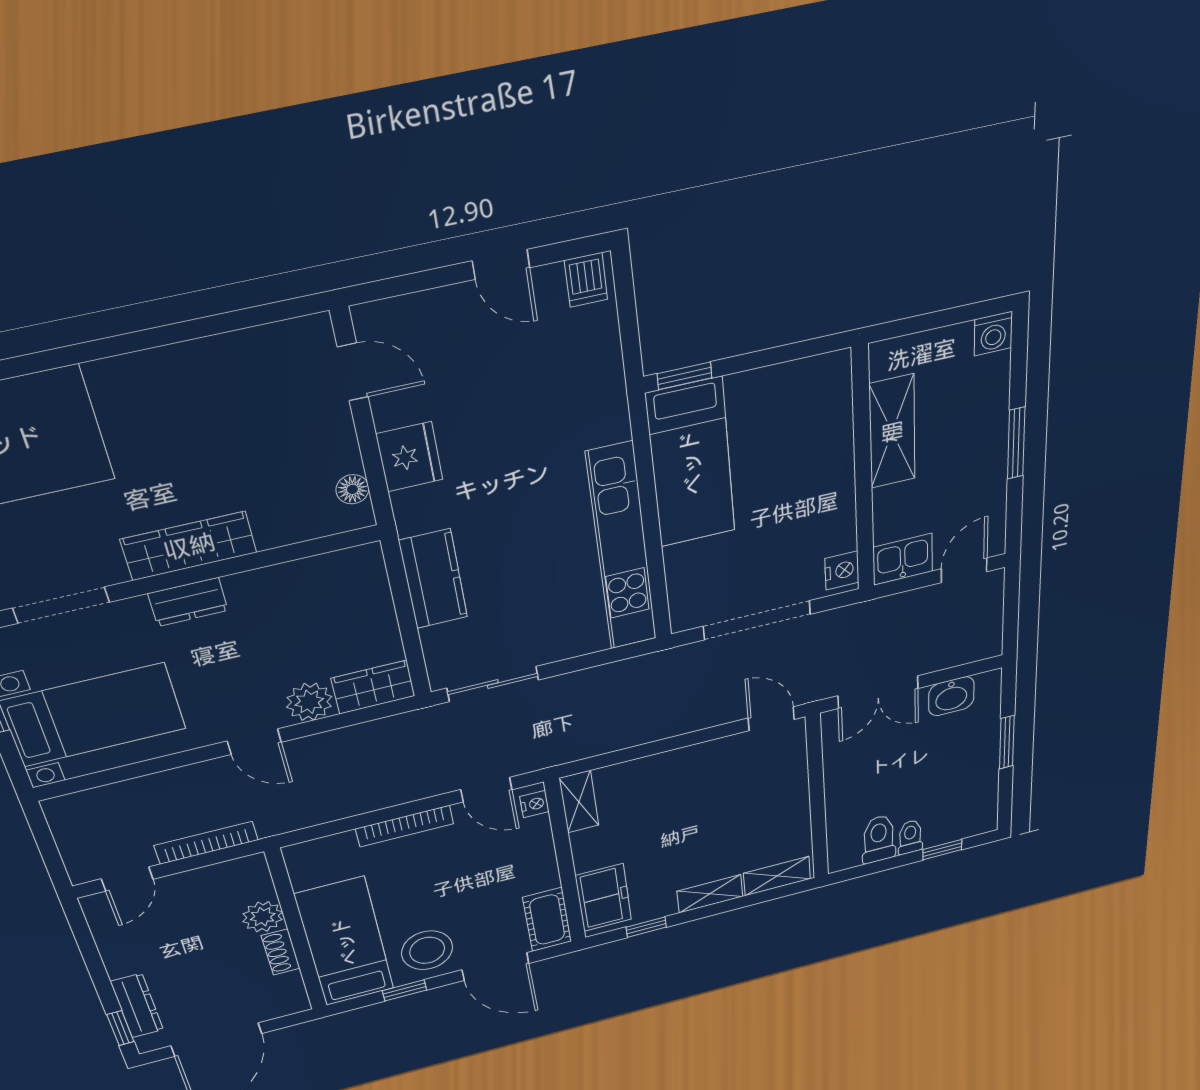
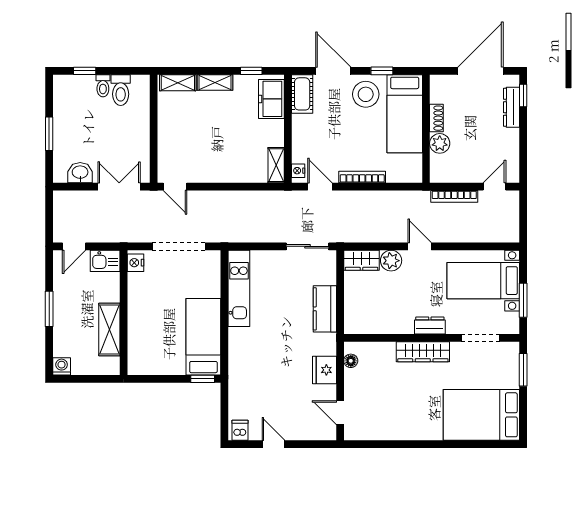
kitchen unit: (622, 548) -> (239, 288), width x0.73

